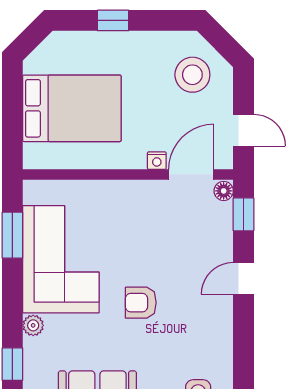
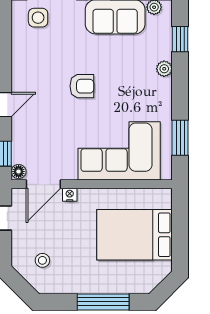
window: (113, 20) -> (103, 302), width x2.17
stool: (192, 75) -> (42, 260), width x0.53, depth x0.53
corner sofa: (61, 259) -> (119, 151), moved, turned 90

